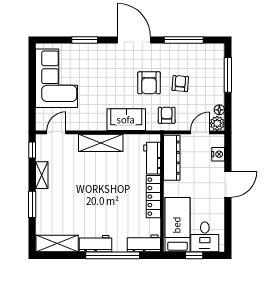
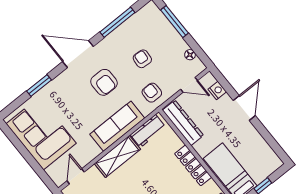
armchair: (149, 83) -> (104, 82), moved
sofa: (126, 120) -> (117, 126), width x1.36
plant: (217, 123) -> (197, 67), removed
door: (200, 132) -> (189, 85), swing flipped
workbench: (152, 158) -> (148, 131), moved, turned -90
desk: (205, 237) -> (260, 164), removed

